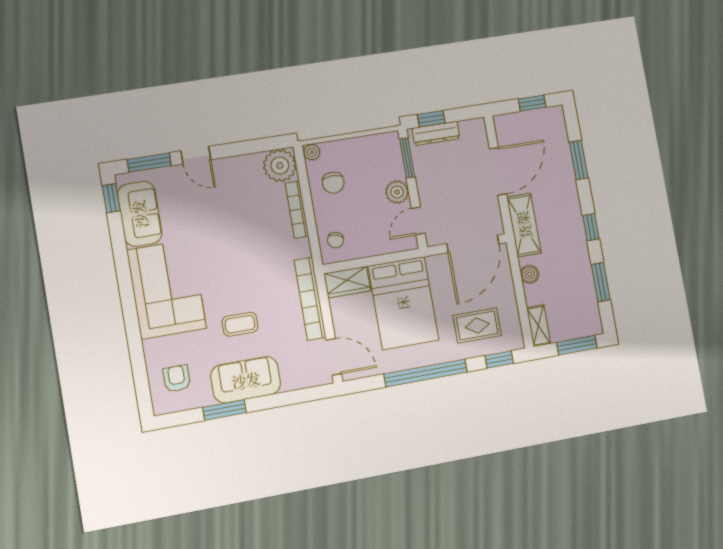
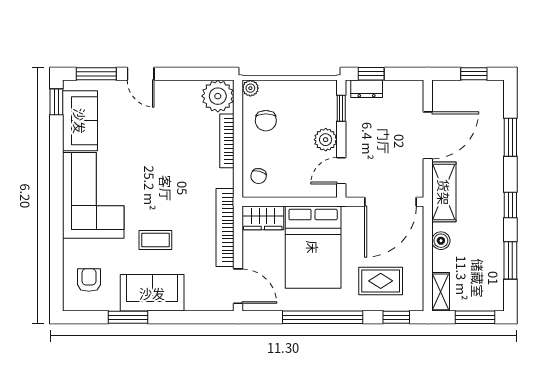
dresser: (436, 133) -> (367, 89), width x0.70
window: (407, 158) -> (341, 108), width x0.67

